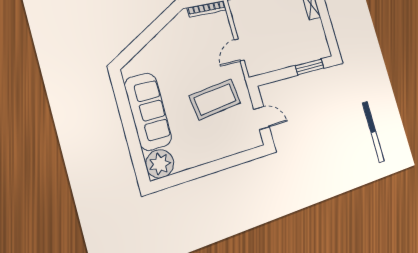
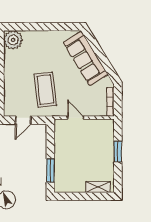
sofa: (148, 112) -> (86, 58), moved, turned 58

